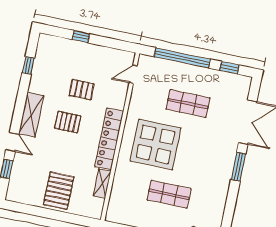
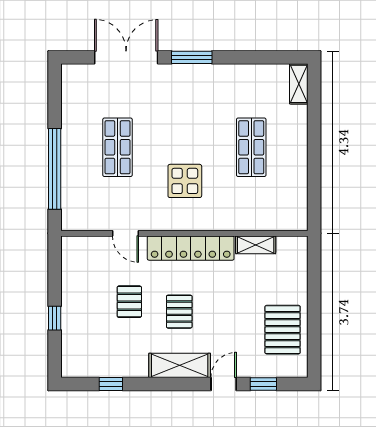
window: (230, 68) -> (55, 99), removed
door: (133, 74) -> (126, 233), moved
display table: (156, 144) -> (185, 181), width x0.54, depth x0.54
pallet: (59, 191) -> (283, 330), moved, turned 90

